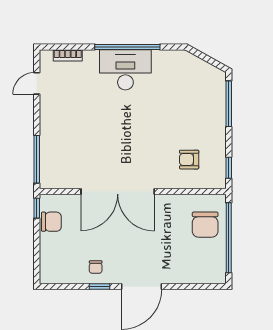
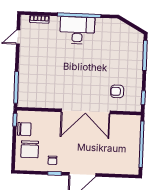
double door: (118, 191) -> (86, 111), moved
chair: (205, 225) -> (30, 149), moved

